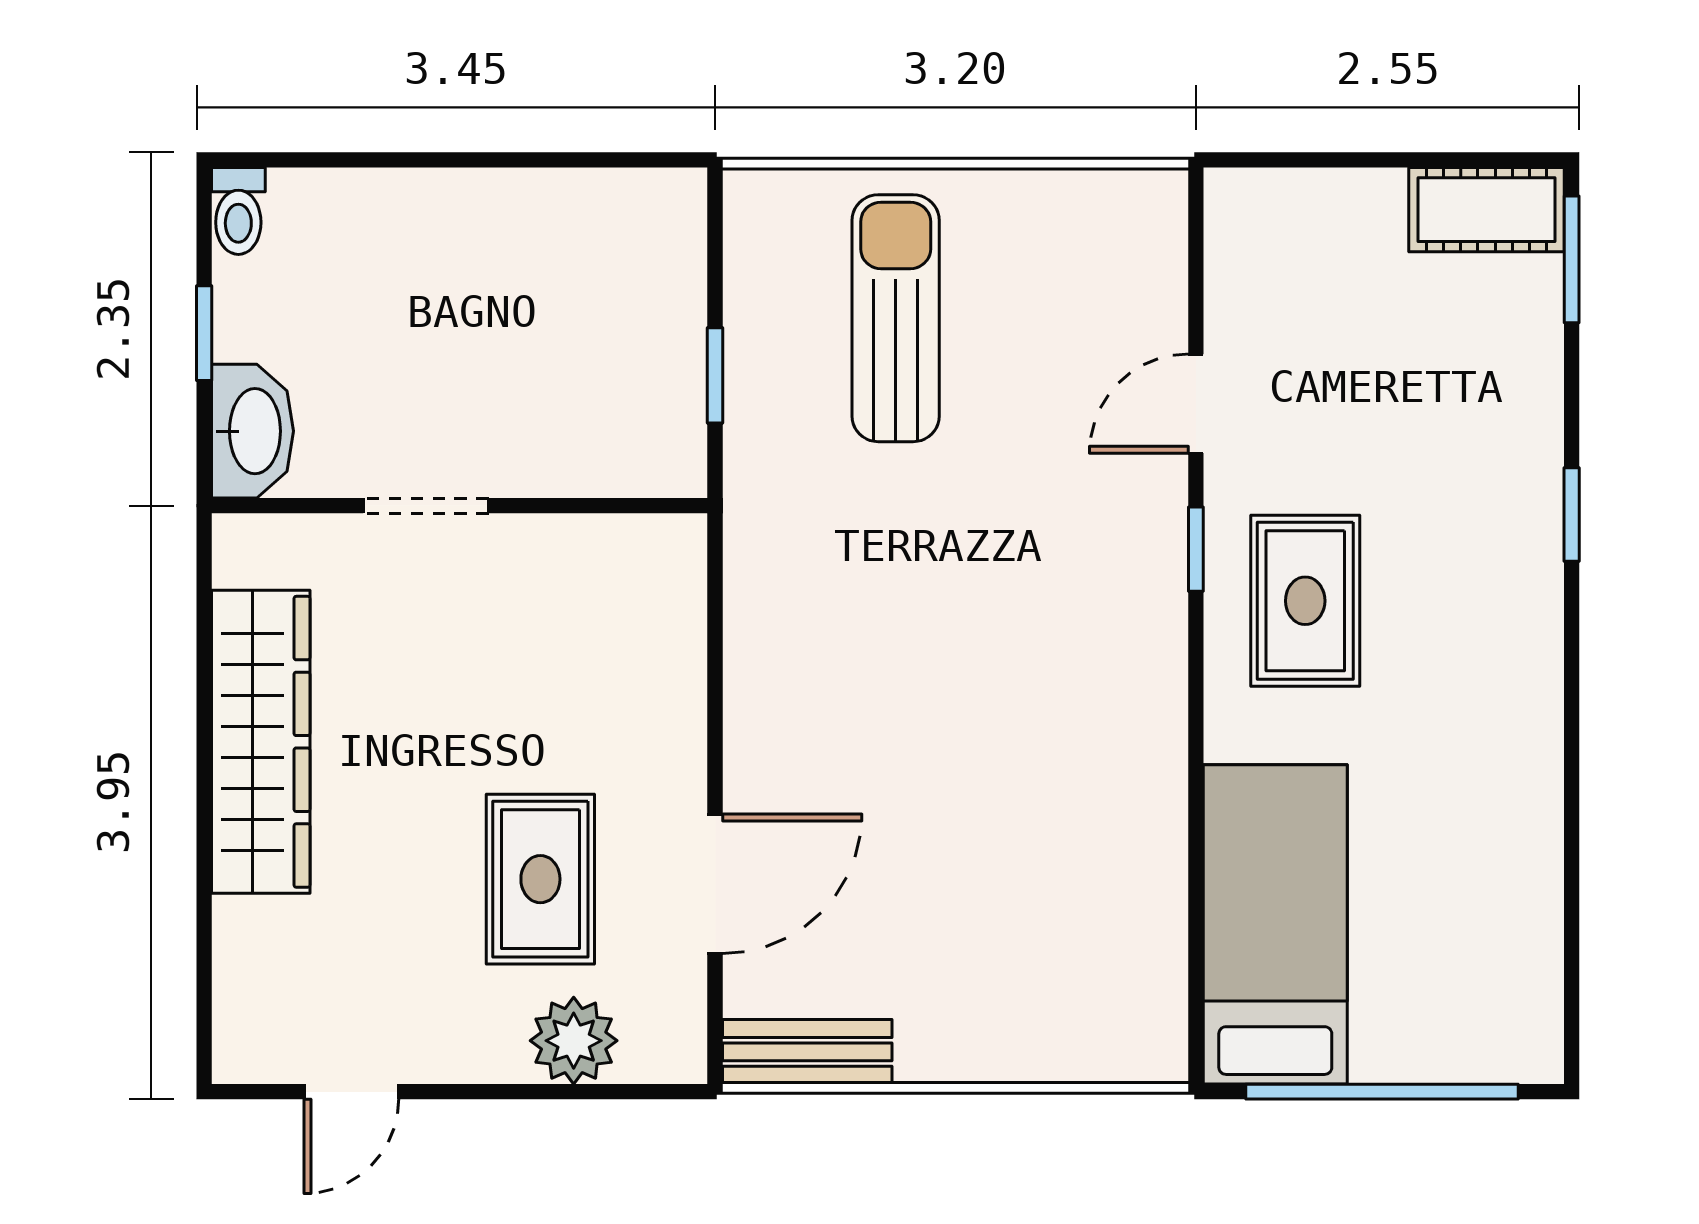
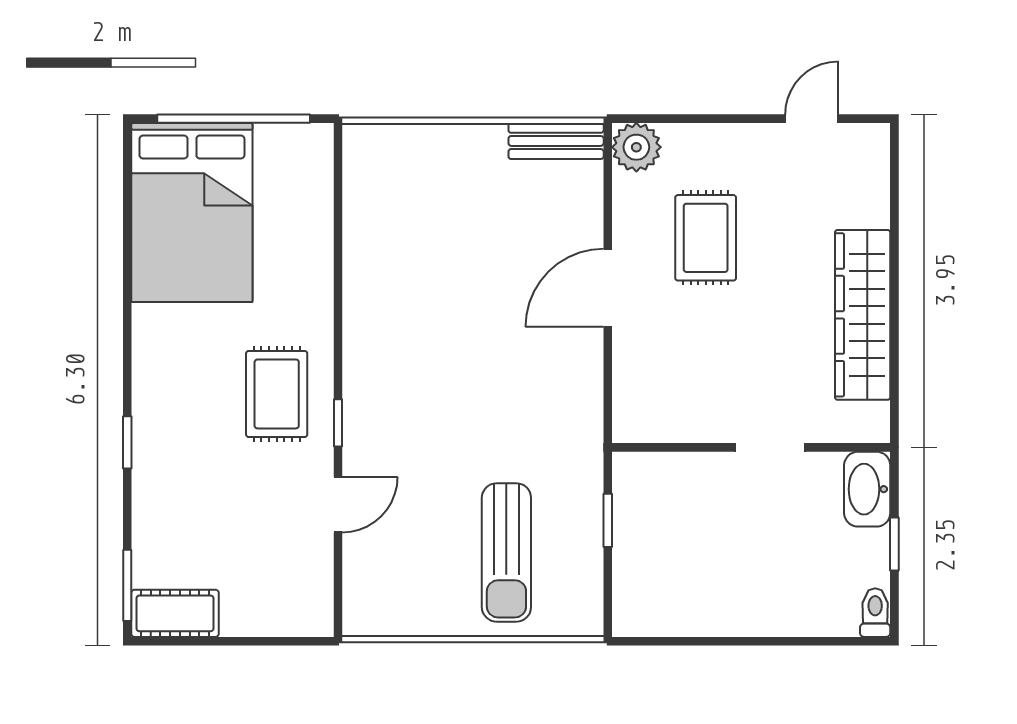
door: (715, 884) -> (608, 288), moved
bed: (1275, 924) -> (192, 212), moved, width x1.50
plant: (574, 1041) -> (636, 147), moved

